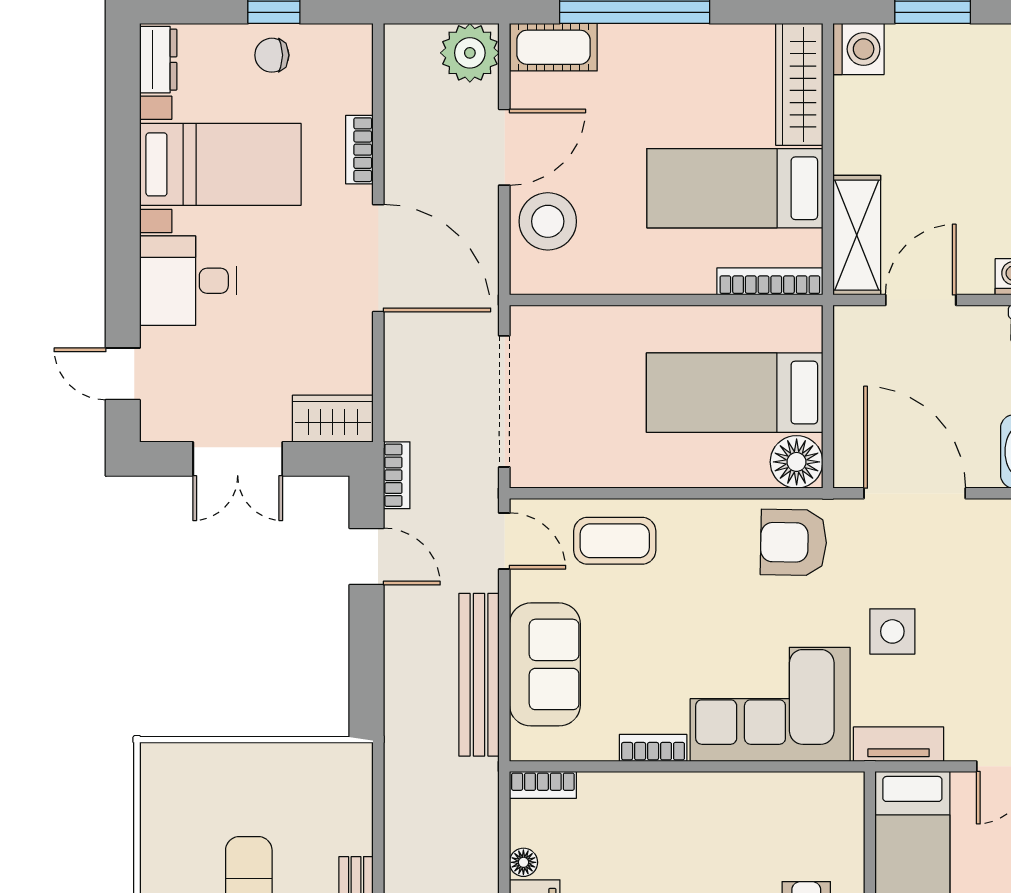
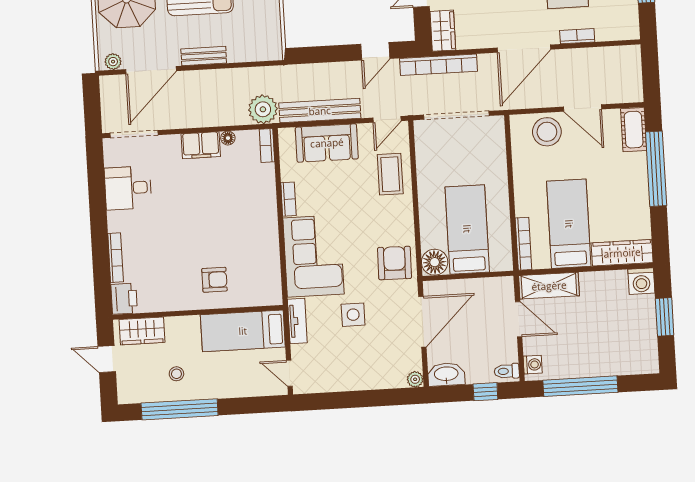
plant: (470, 53) -> (263, 109), moved
bookcase: (397, 475) -> (438, 65), width x2.31, depth x1.31

